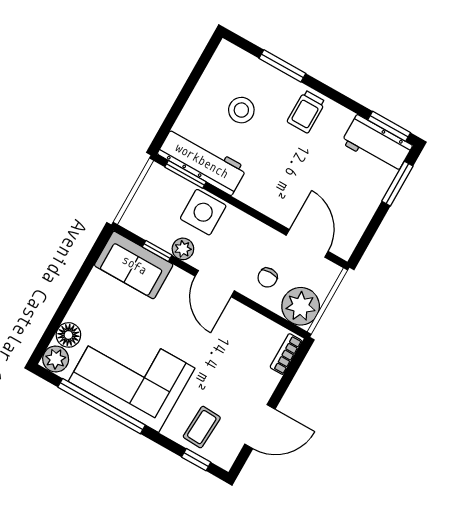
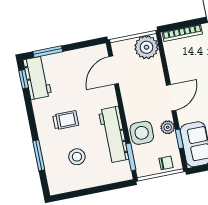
trolley: (306, 112) -> (66, 120), moved
window: (389, 126) -> (24, 79), width x0.67
workbench: (202, 161) -> (114, 135), moved
chair: (268, 278) -> (166, 163), moved
bookcase: (286, 354) -> (182, 33), width x1.56

